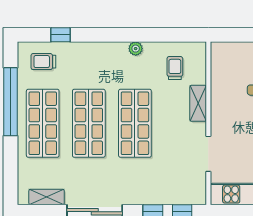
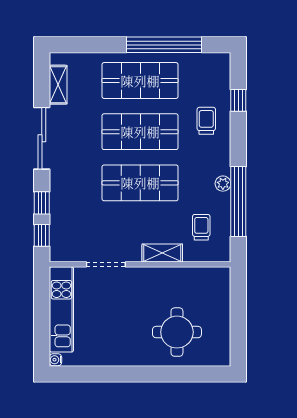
window: (152, 35) -> (238, 202), added
trolley: (43, 62) -> (206, 121), moved
trolley: (175, 68) -> (201, 227), turned -90

